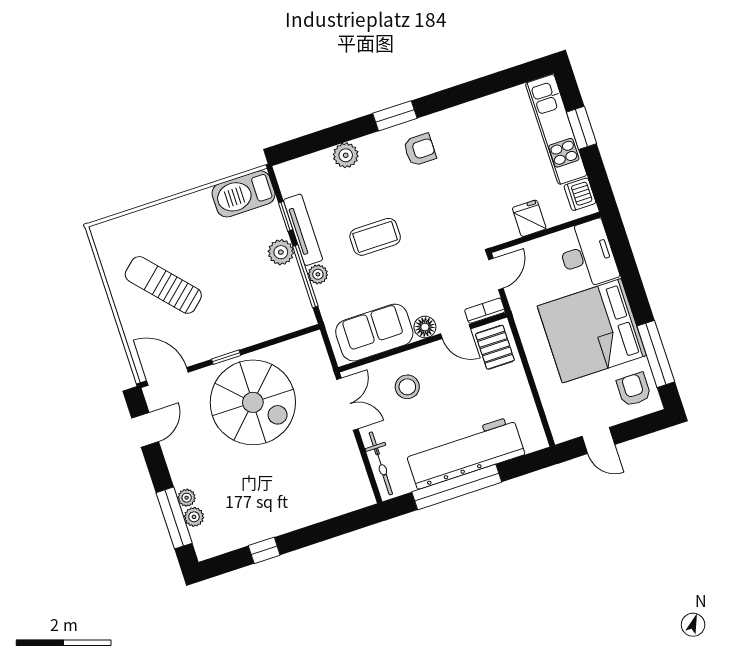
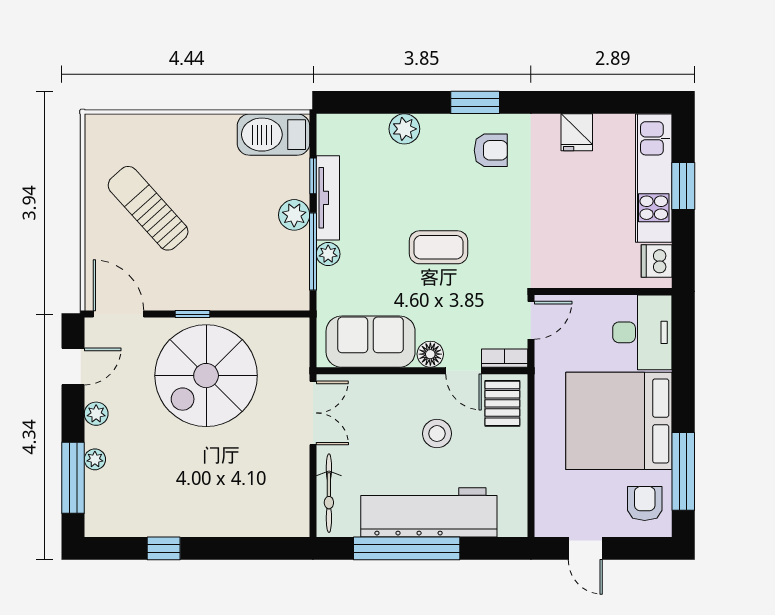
fridge: (529, 218) -> (577, 132), moved, turned 180
coffee table: (375, 237) -> (439, 247), moved
stool: (407, 387) -> (437, 434), moved
spiral stairs: (253, 402) -> (206, 376), turned 90
plant: (194, 517) -> (96, 414), moved

